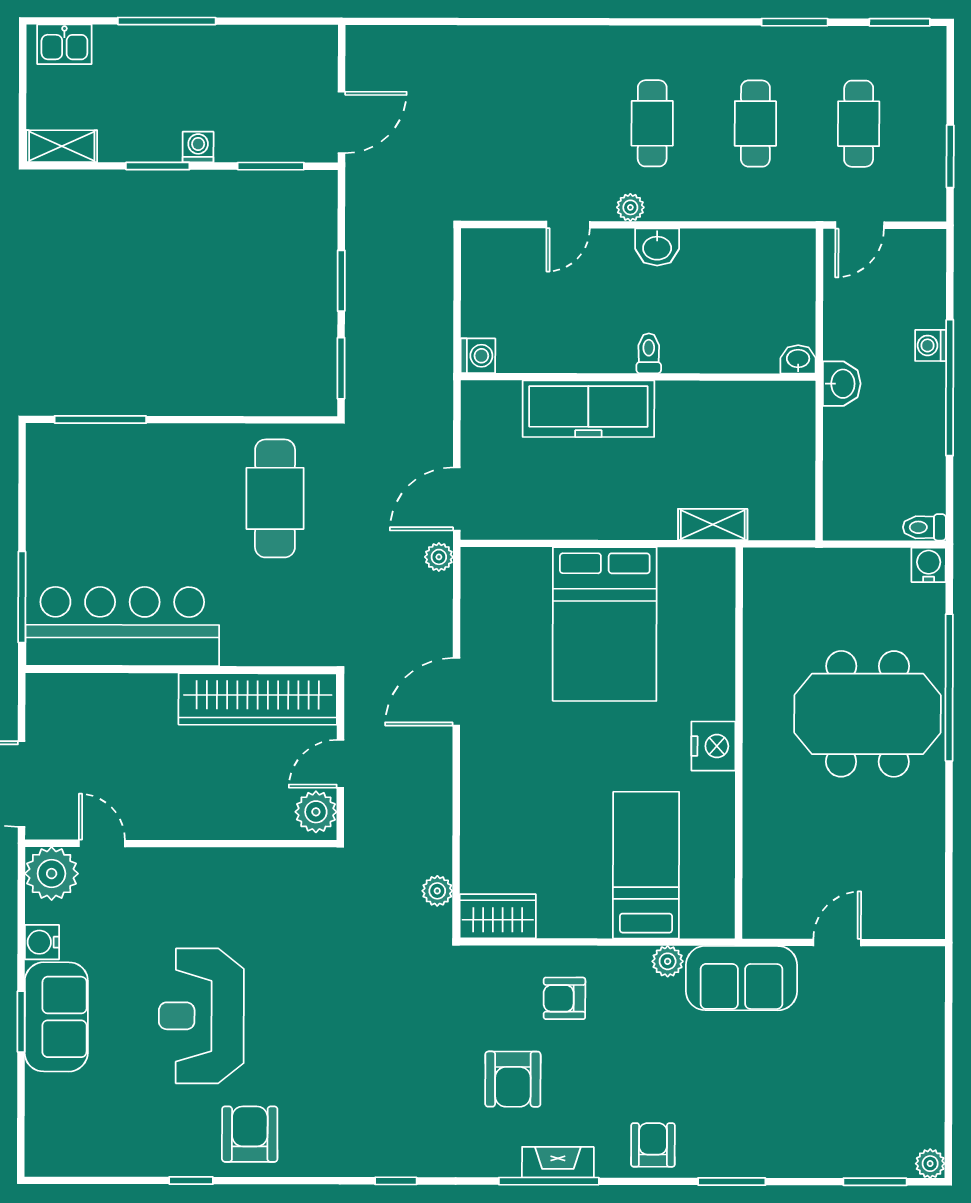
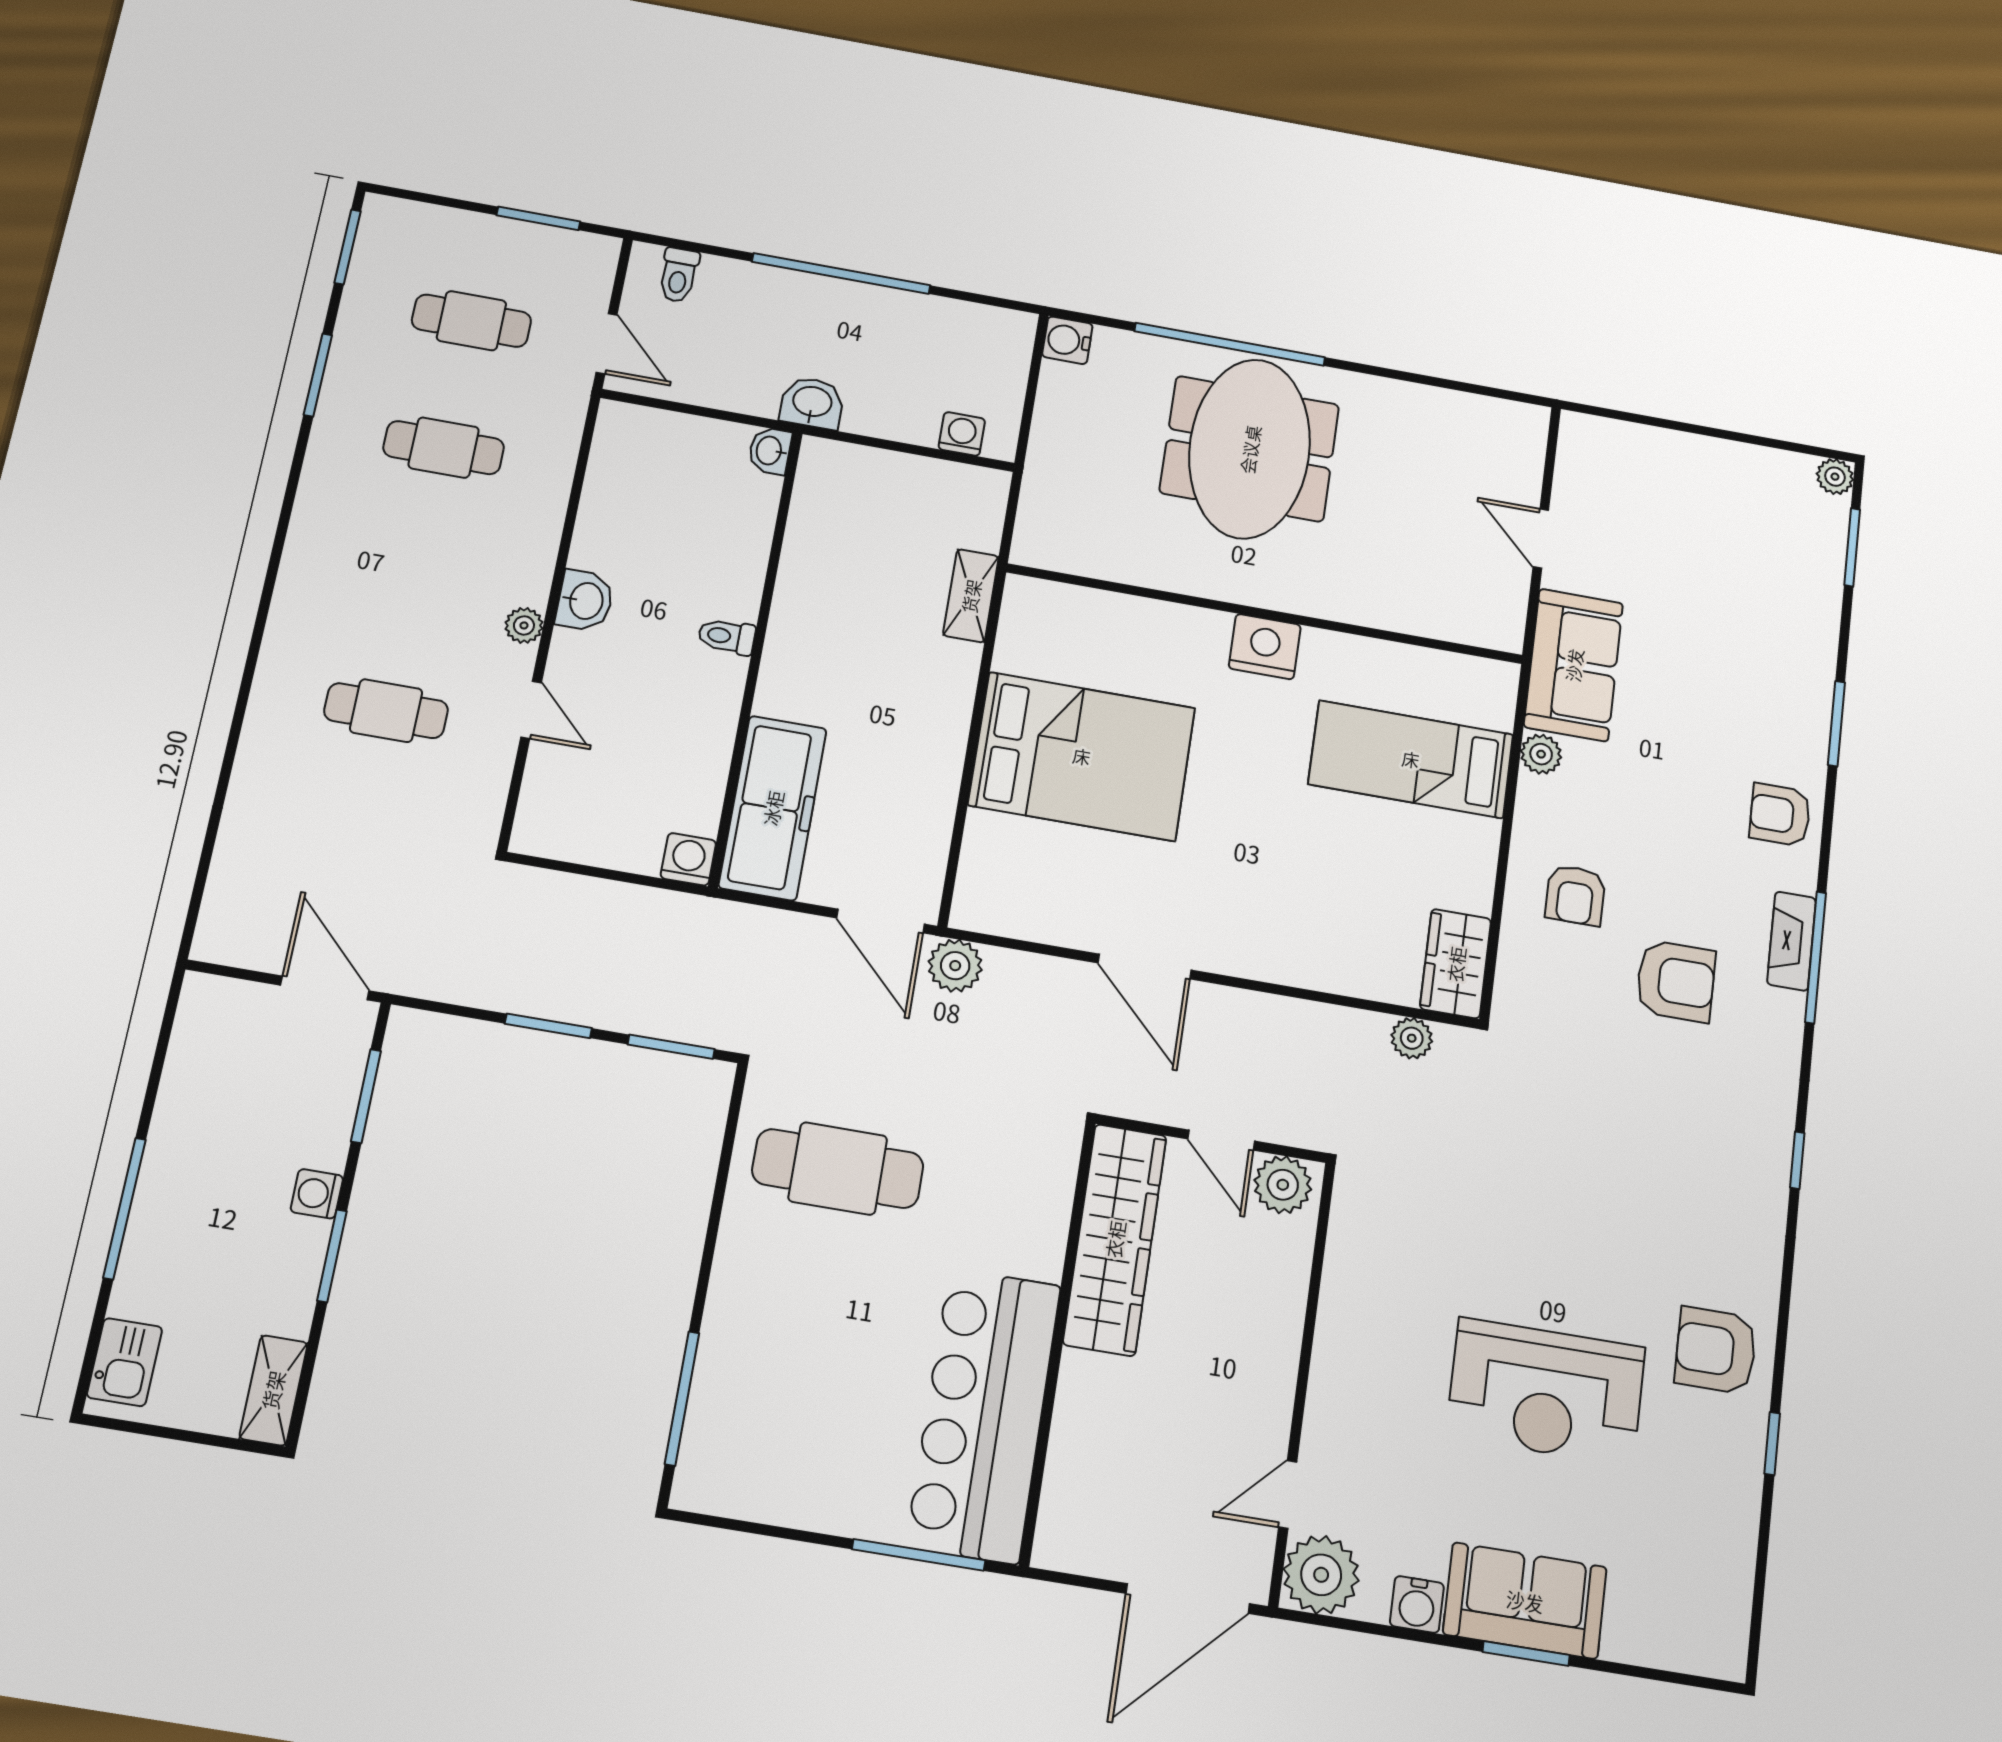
cafe table: (652, 123) -> (386, 711), moved
washing machine: (931, 345) -> (962, 434), moved, turned 180
freezer: (588, 409) -> (773, 808), moved
toilet: (924, 527) -> (679, 275), moved
plant: (439, 557) -> (955, 966), width x1.38, depth x1.38

